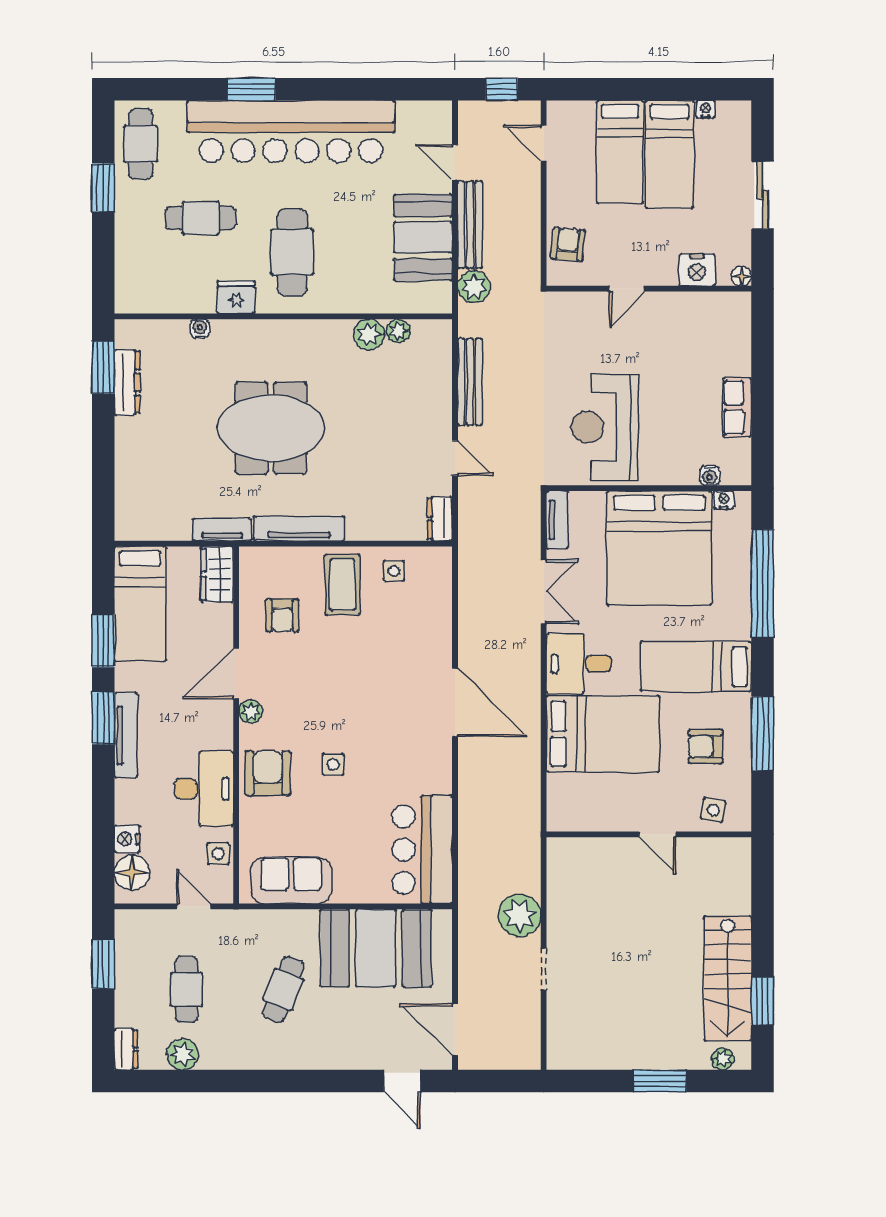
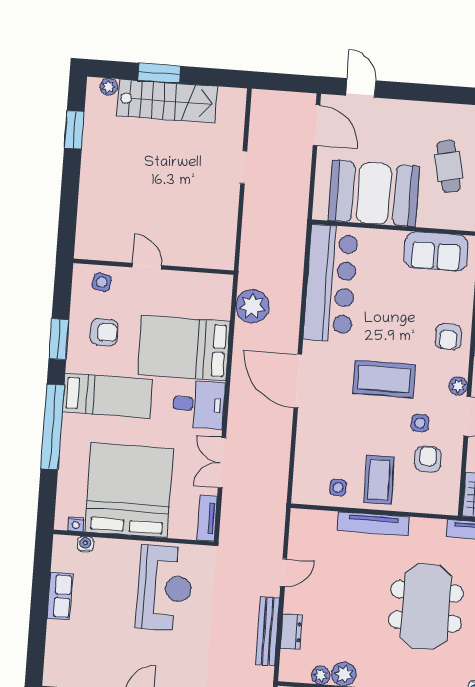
meeting table: (271, 428) -> (426, 607), turned 90
door: (455, 458) -> (284, 572), swing flipped
dresser: (440, 519) -> (291, 632), moved
tv unit: (299, 528) -> (373, 524), moved
window: (762, 584) -> (52, 427), moved
coffee table: (346, 713) -> (384, 379), added
window: (762, 733) -> (59, 339), width x0.69
side table: (333, 764) -> (420, 423), moved
armchair: (268, 773) -> (448, 337), width x0.72, depth x0.72
bar counter: (422, 850) -> (331, 283), width x1.36
plant: (520, 915) -> (252, 306), moved
stairs: (728, 978) -> (167, 101), moved, turned 90
cafe table: (283, 990) -> (449, 166), turned -33

